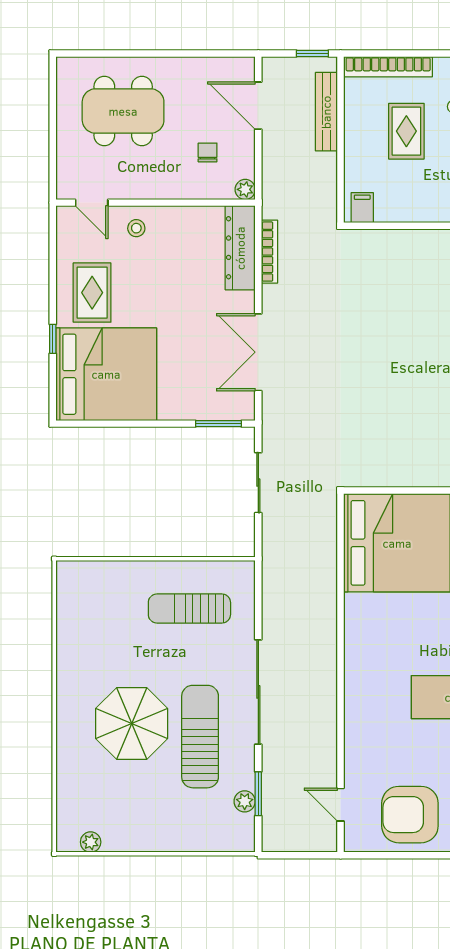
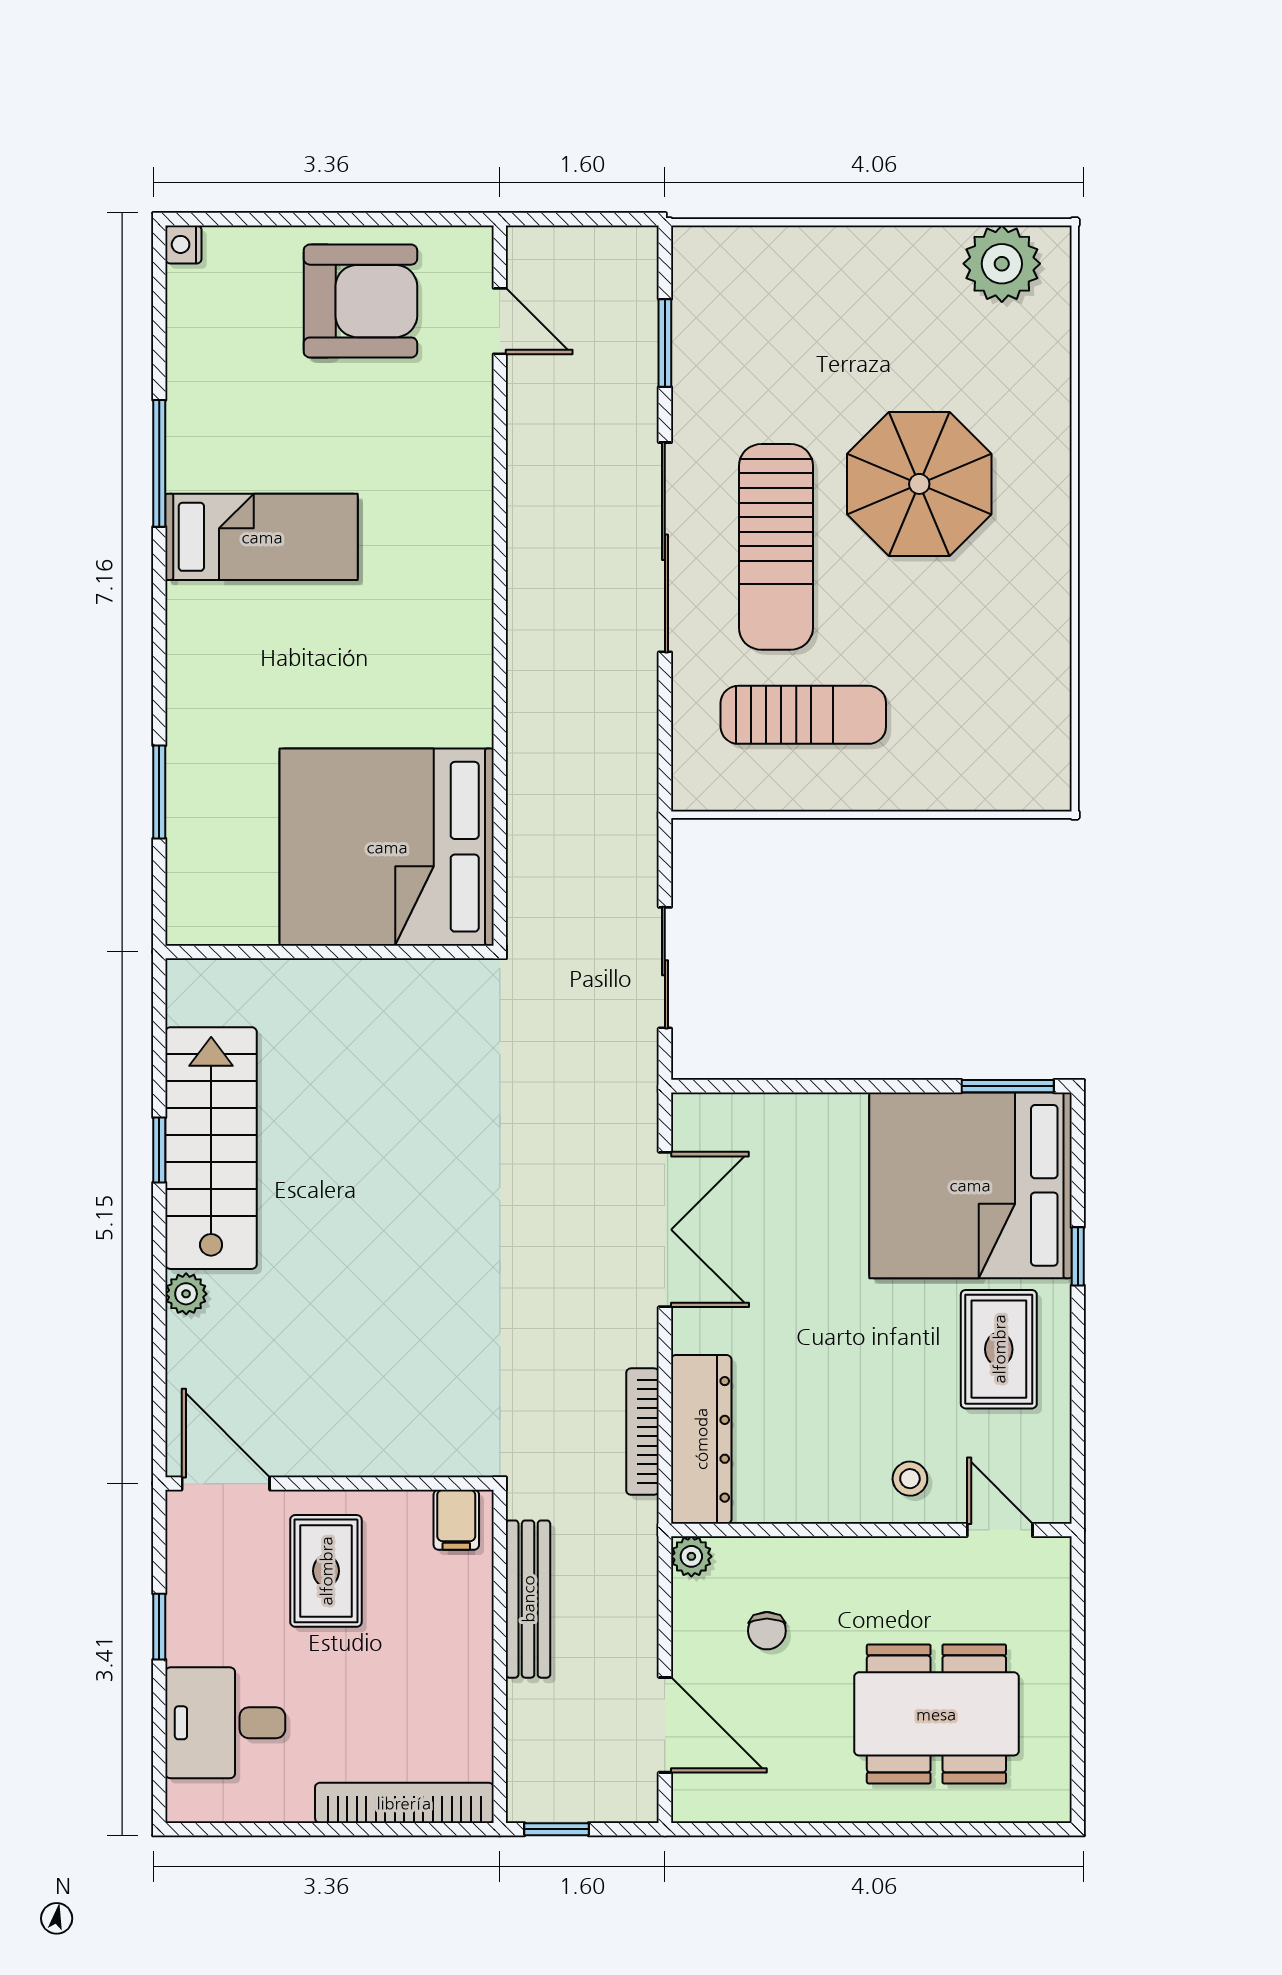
bench: (326, 112) -> (528, 1599), moved
rug: (406, 131) -> (326, 1571), moved
window: (218, 424) -> (1008, 1086), moved
sun lounger: (200, 737) -> (776, 547), moved
plant: (245, 801) -> (692, 328), removed
plant: (91, 842) -> (1002, 264), width x1.87, depth x1.87

